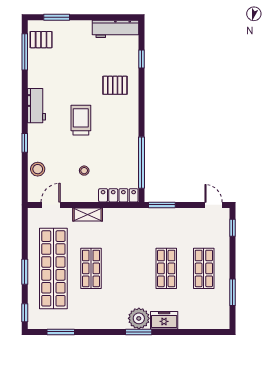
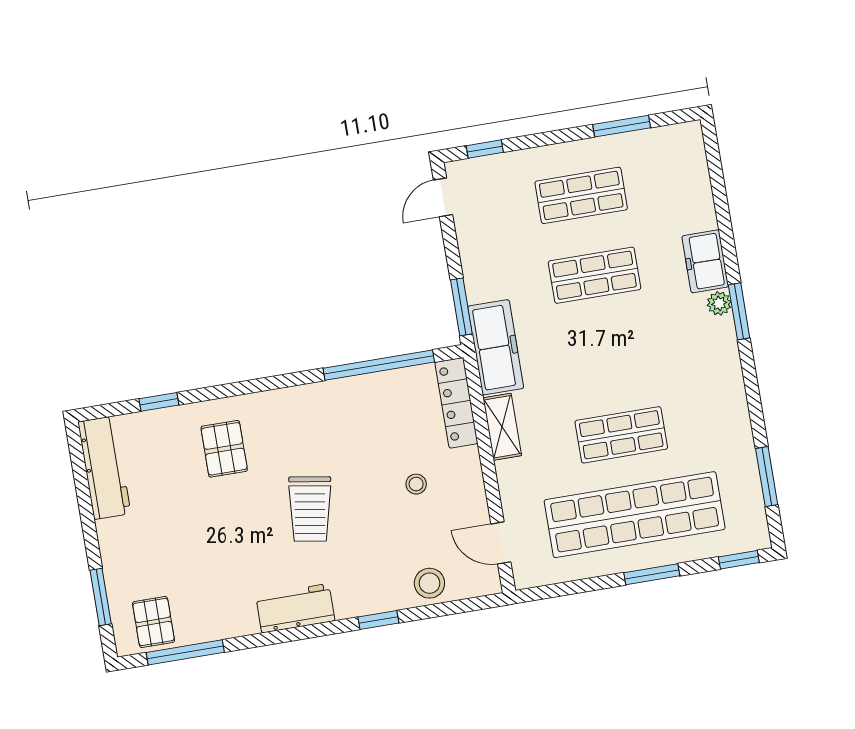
trolley: (81, 120) -> (310, 509), turned -81
shelving: (88, 214) -> (502, 427), moved
freezer: (141, 218) -> (496, 347), added
plant: (139, 318) -> (719, 303), width x0.53, depth x0.53

